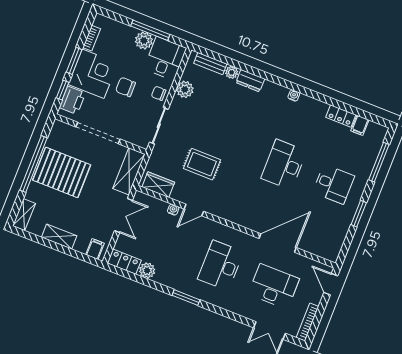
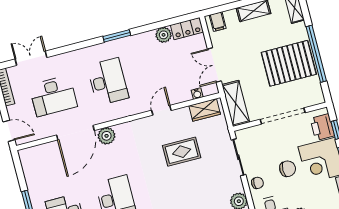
water cooler: (173, 210) -> (197, 94), moved
plant: (254, 222) -> (107, 136), added

